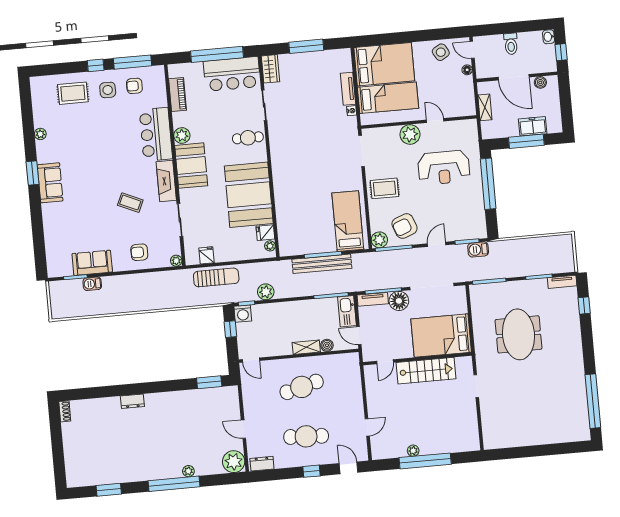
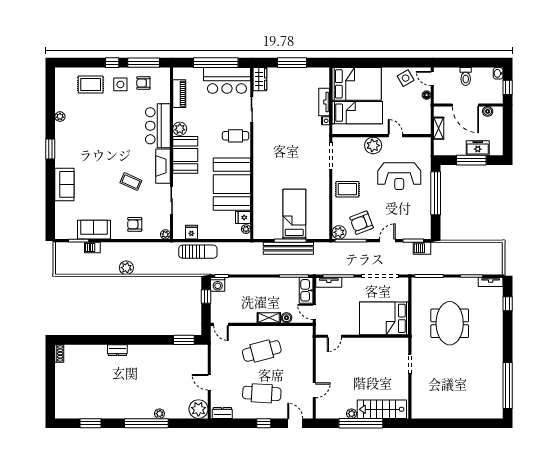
sofa: (50, 183) -> (64, 184), moved
bed: (348, 221) -> (294, 214), moved
plant: (266, 292) -> (126, 268), moved
floor lamp: (399, 301) -> (351, 286), removed
stairs: (426, 371) -> (382, 409), moved, turned 180

